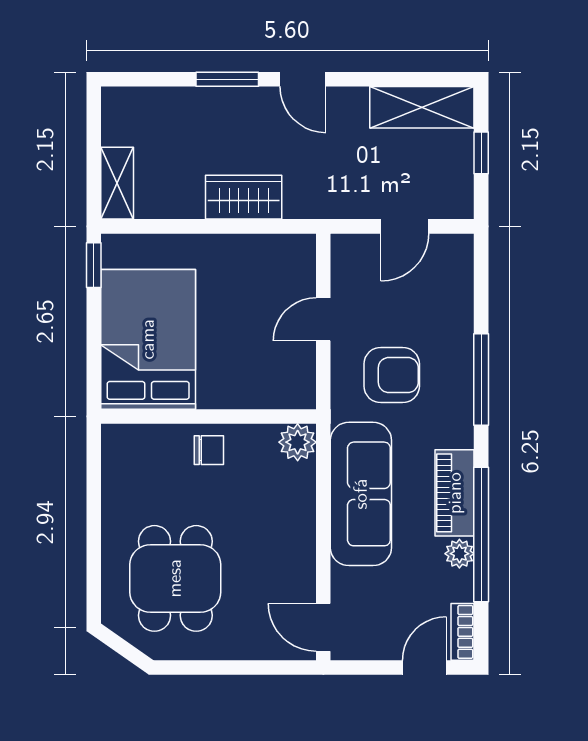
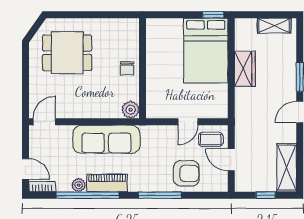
shelving: (117, 183) -> (274, 26), moved
wardrobe: (244, 197) -> (245, 69), moved
coffee table: (361, 270) -> (211, 139), added
door: (323, 319) -> (188, 122), swing flipped
bed: (148, 339) -> (206, 51), moved, turned 90
armchair: (392, 375) -> (186, 173), moved, turned -90

